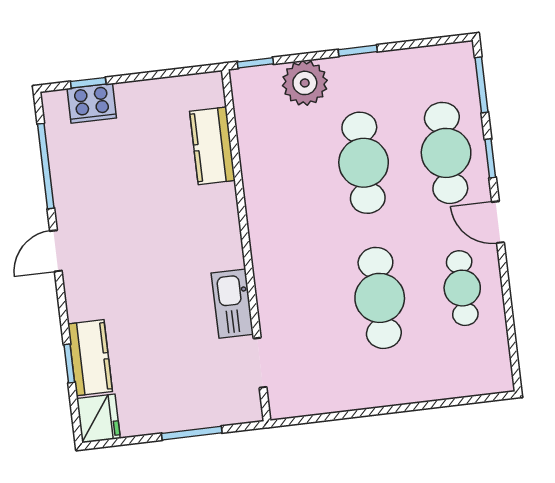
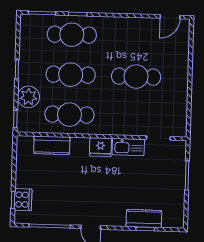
door: (498, 222) -> (170, 17), moved
cafe table: (462, 288) -> (69, 115), moved, width x1.37, depth x1.35
fridge: (98, 418) -> (100, 147), moved, turned 180

